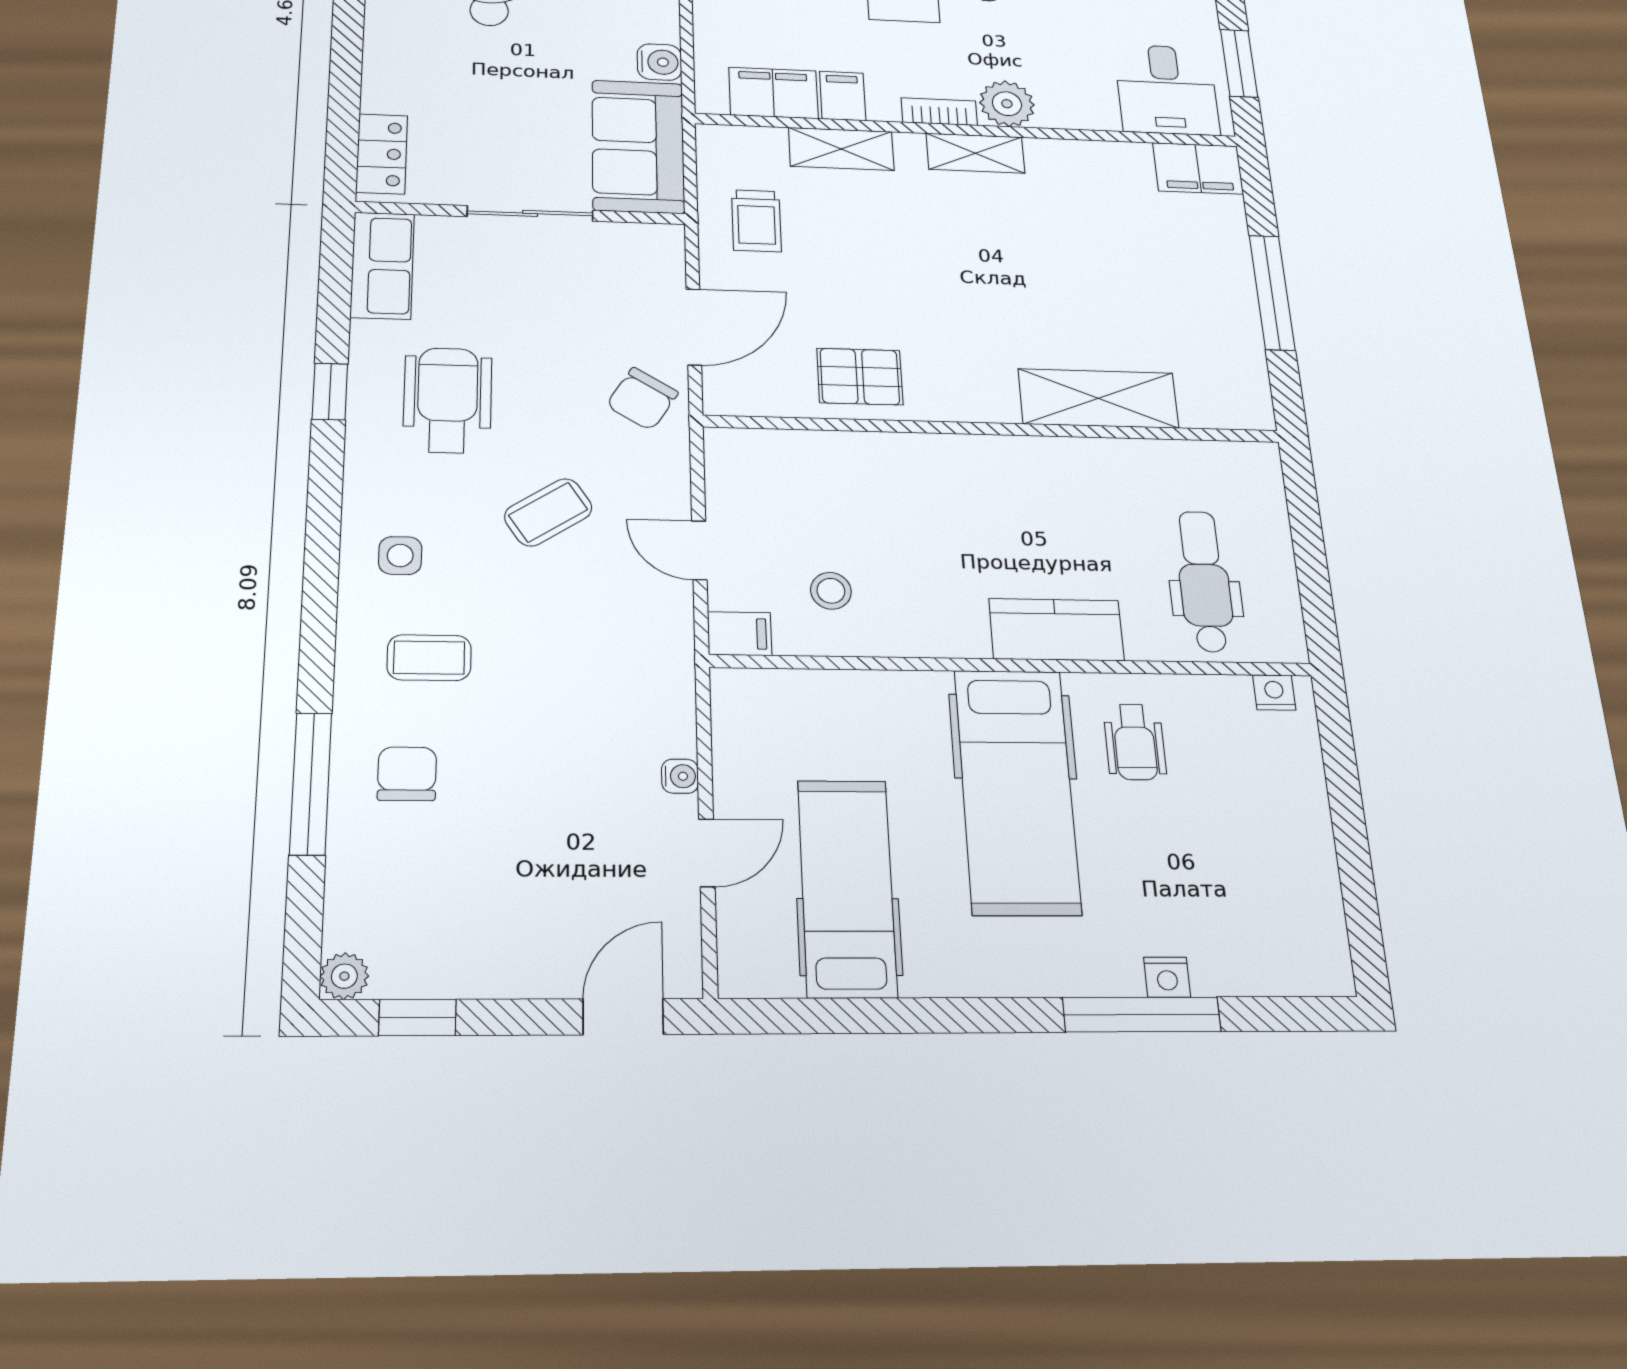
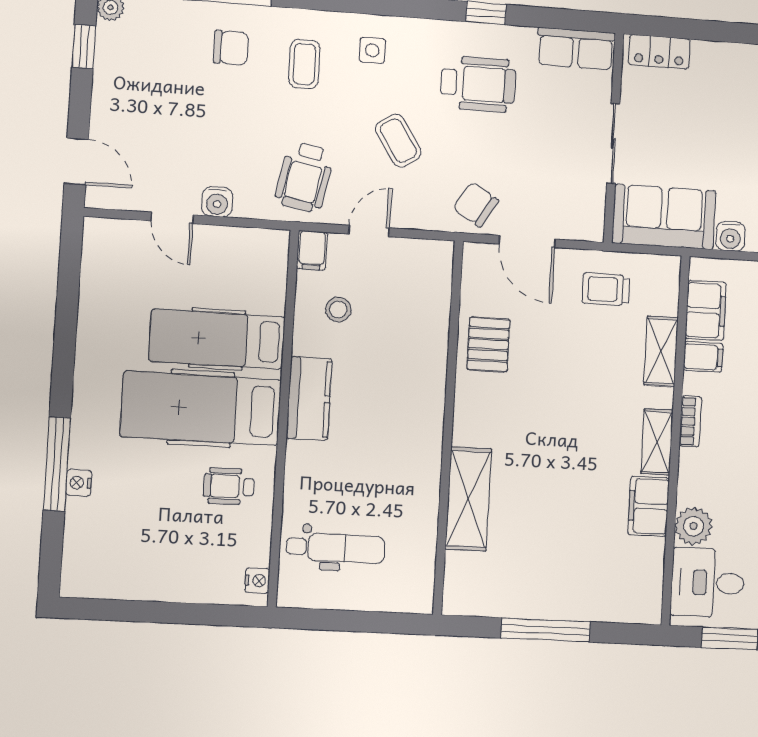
plant: (1007, 104) -> (693, 526), moved
filing cabinet: (1198, 168) -> (649, 506), moved
kitchen counter: (1056, 630) -> (309, 398), moved
wheelchair: (620, 650) -> (304, 177), added
water cooler: (680, 776) -> (217, 202), width x1.38, depth x1.38
hospital bed: (847, 888) -> (217, 339), moved, turned 180

